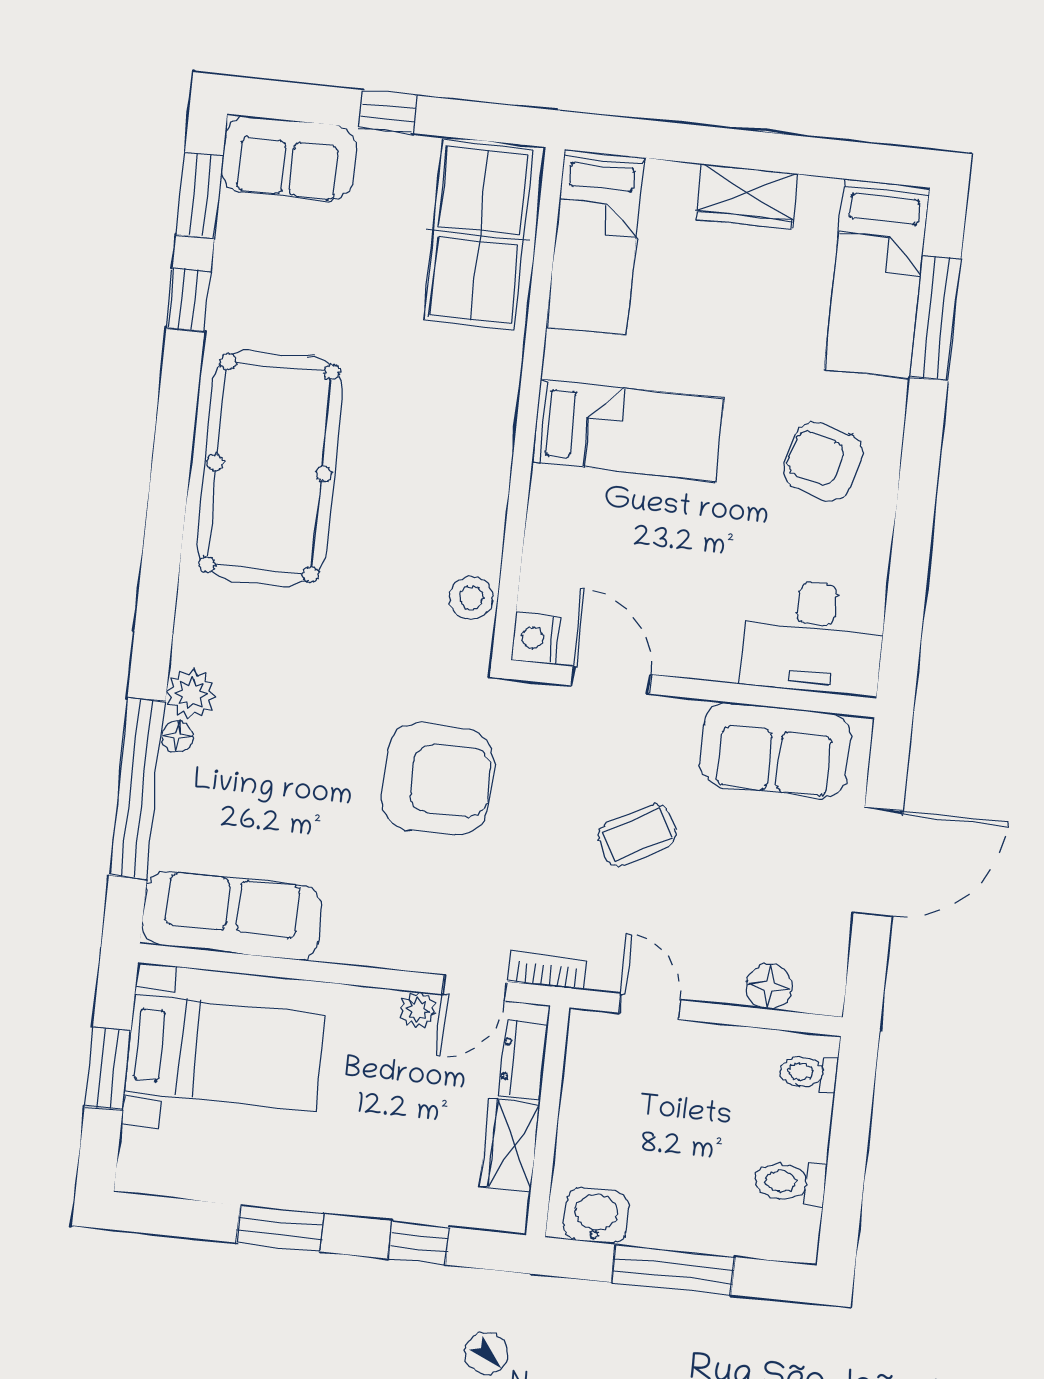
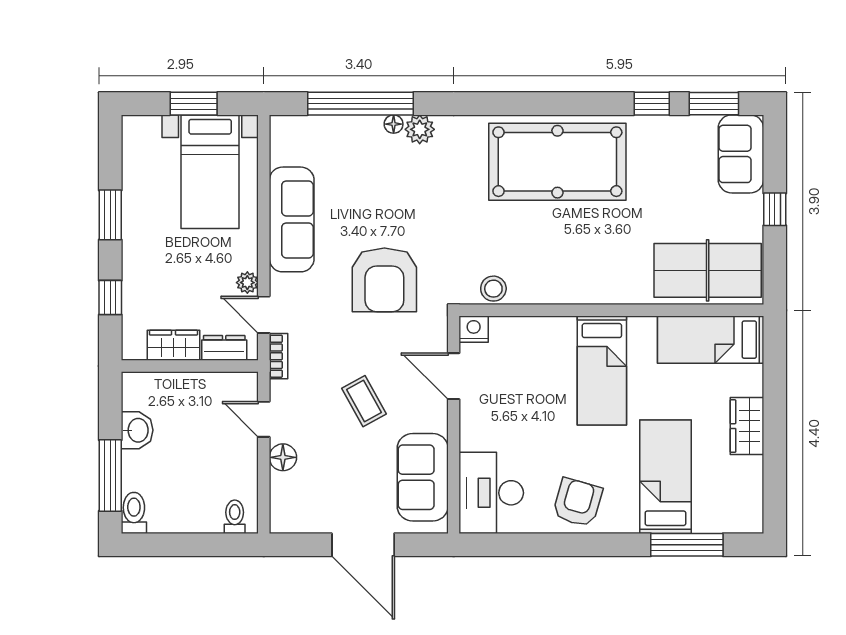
bed: (877, 278) -> (665, 477), moved, turned 90
armchair: (823, 461) -> (577, 502), moved
door: (611, 680) -> (454, 376), swing flipped
sofa: (232, 915) -> (292, 219), moved
floor lamp: (769, 987) -> (283, 457), moved
door: (650, 1006) -> (264, 419), swing flipped
toilet: (791, 1182) -> (134, 513), moved
washbasin: (596, 1216) -> (137, 430), moved
window: (673, 1270) -> (110, 475), moved

